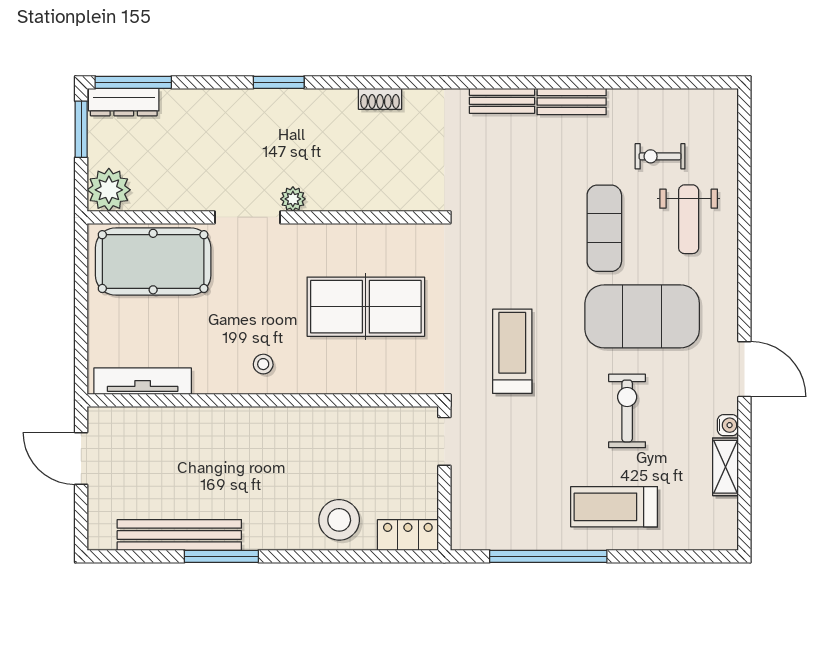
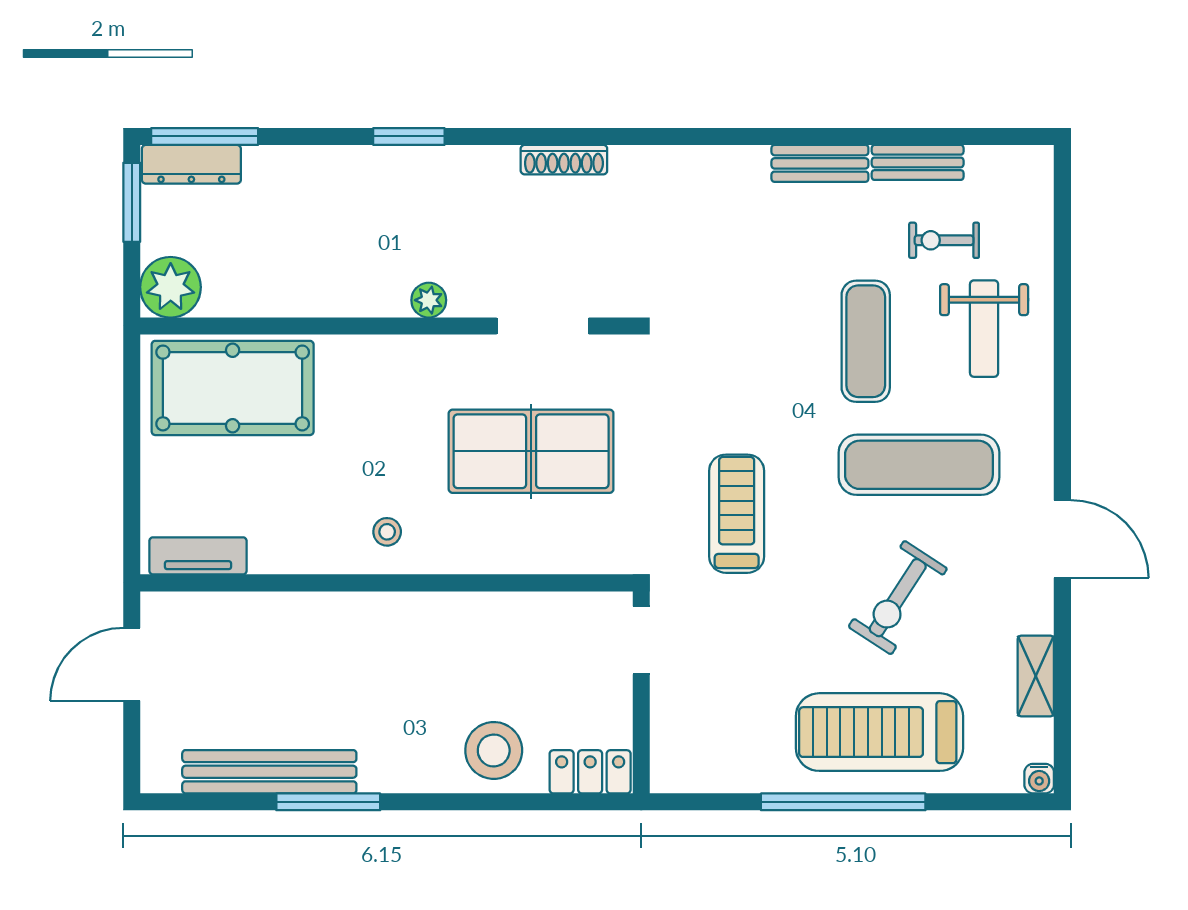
shoe rack: (380, 99) -> (564, 160), width x1.43
bench: (502, 101) -> (918, 162), moved
doorway: (247, 217) -> (543, 326), moved
exercise mat: (642, 316) -> (919, 465), width x0.68
tv unit: (143, 381) -> (198, 556), width x0.71
exercise bike: (627, 411) -> (898, 598), turned -147
water cooler: (728, 425) -> (1039, 779), moved, turned 90
door: (81, 459) -> (132, 664), hinge flipped
treadmill: (614, 507) -> (879, 732), width x1.37, depth x1.38
window: (548, 556) -> (843, 802), moved

